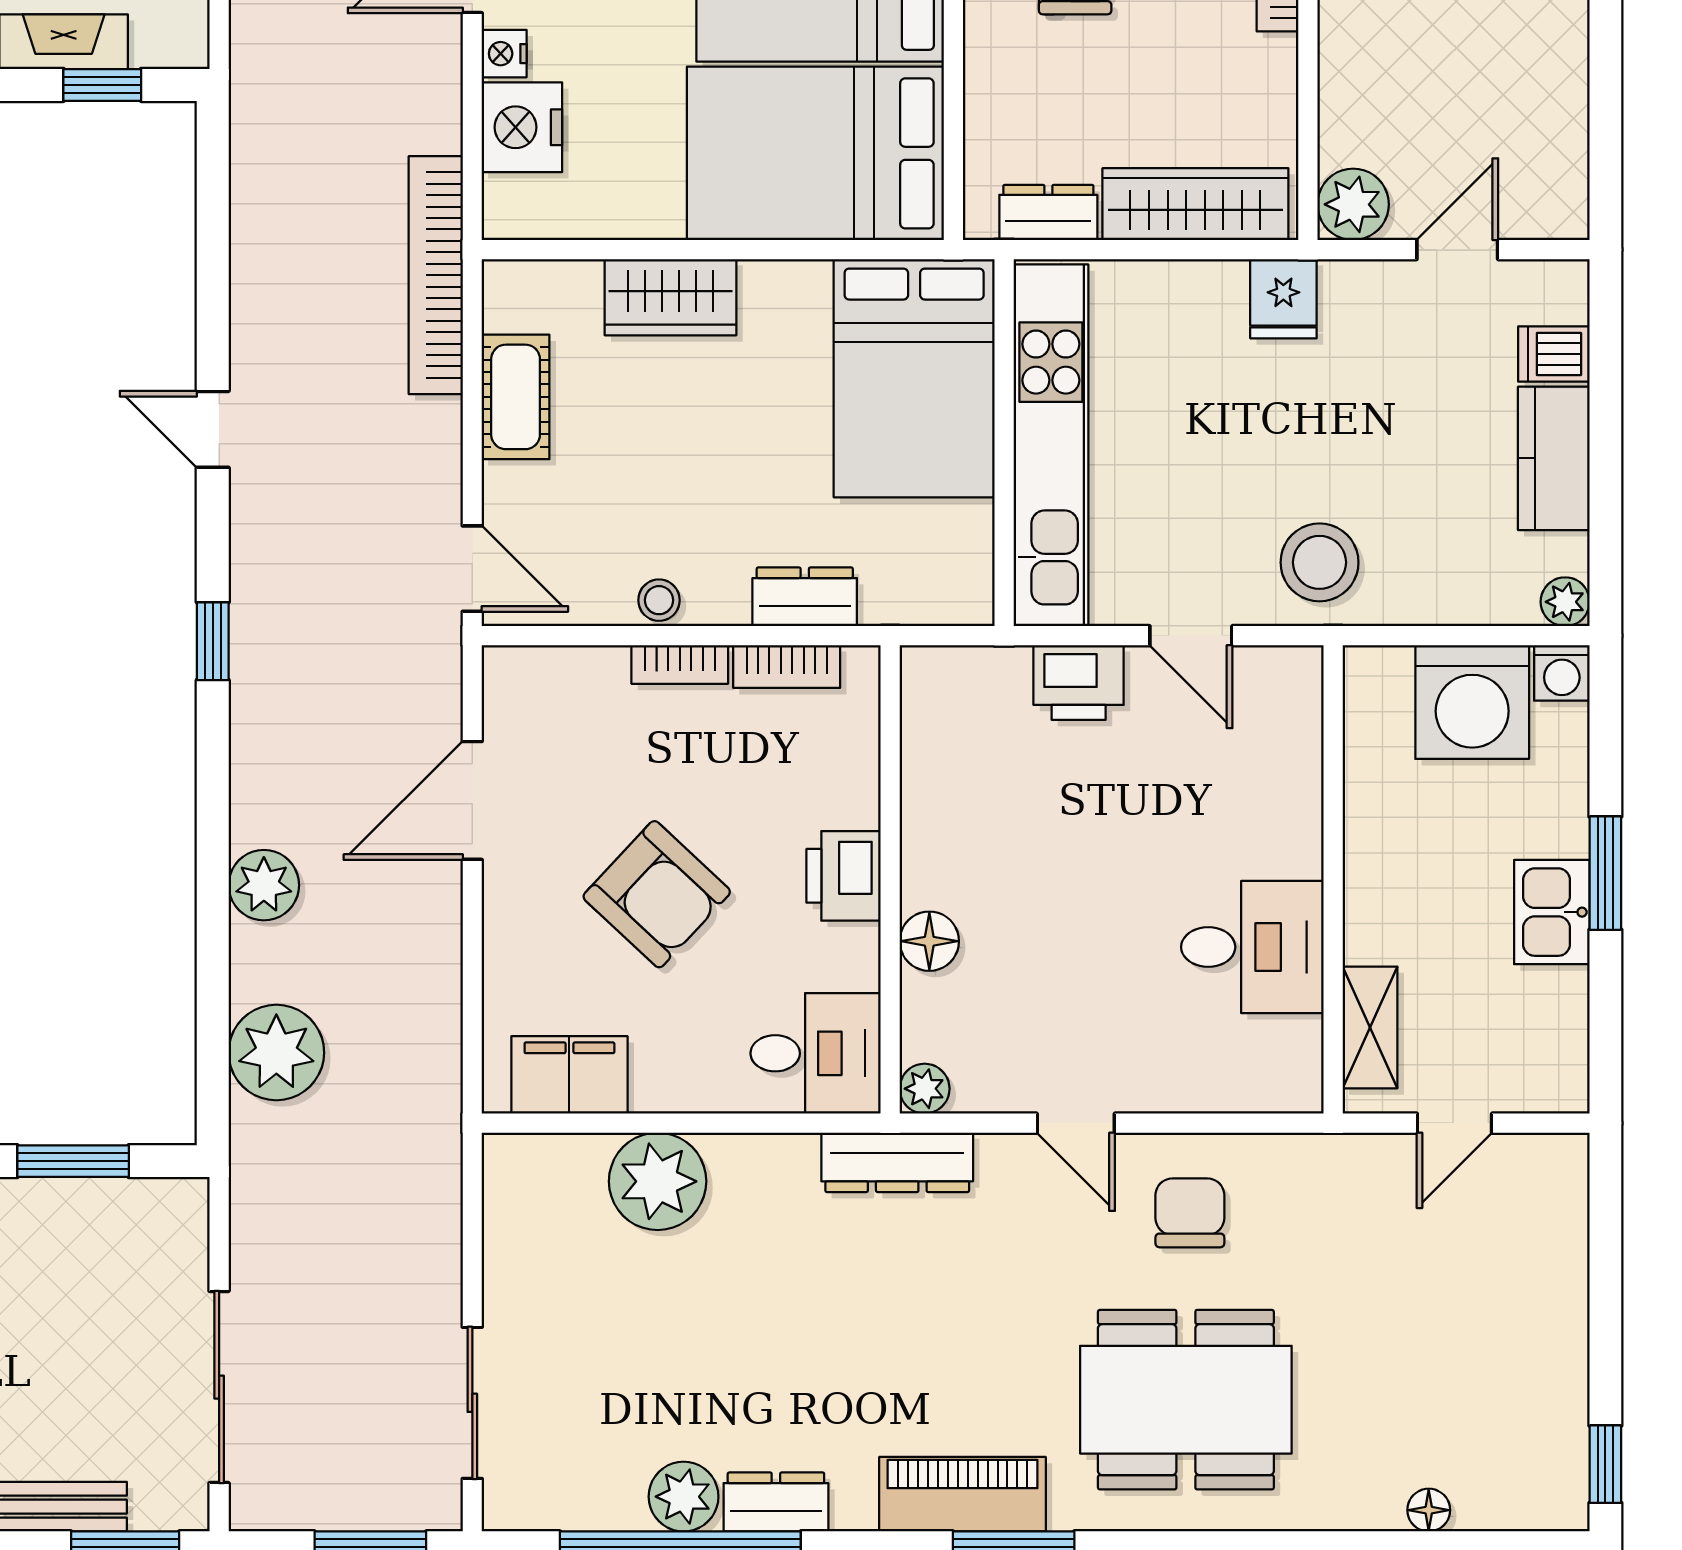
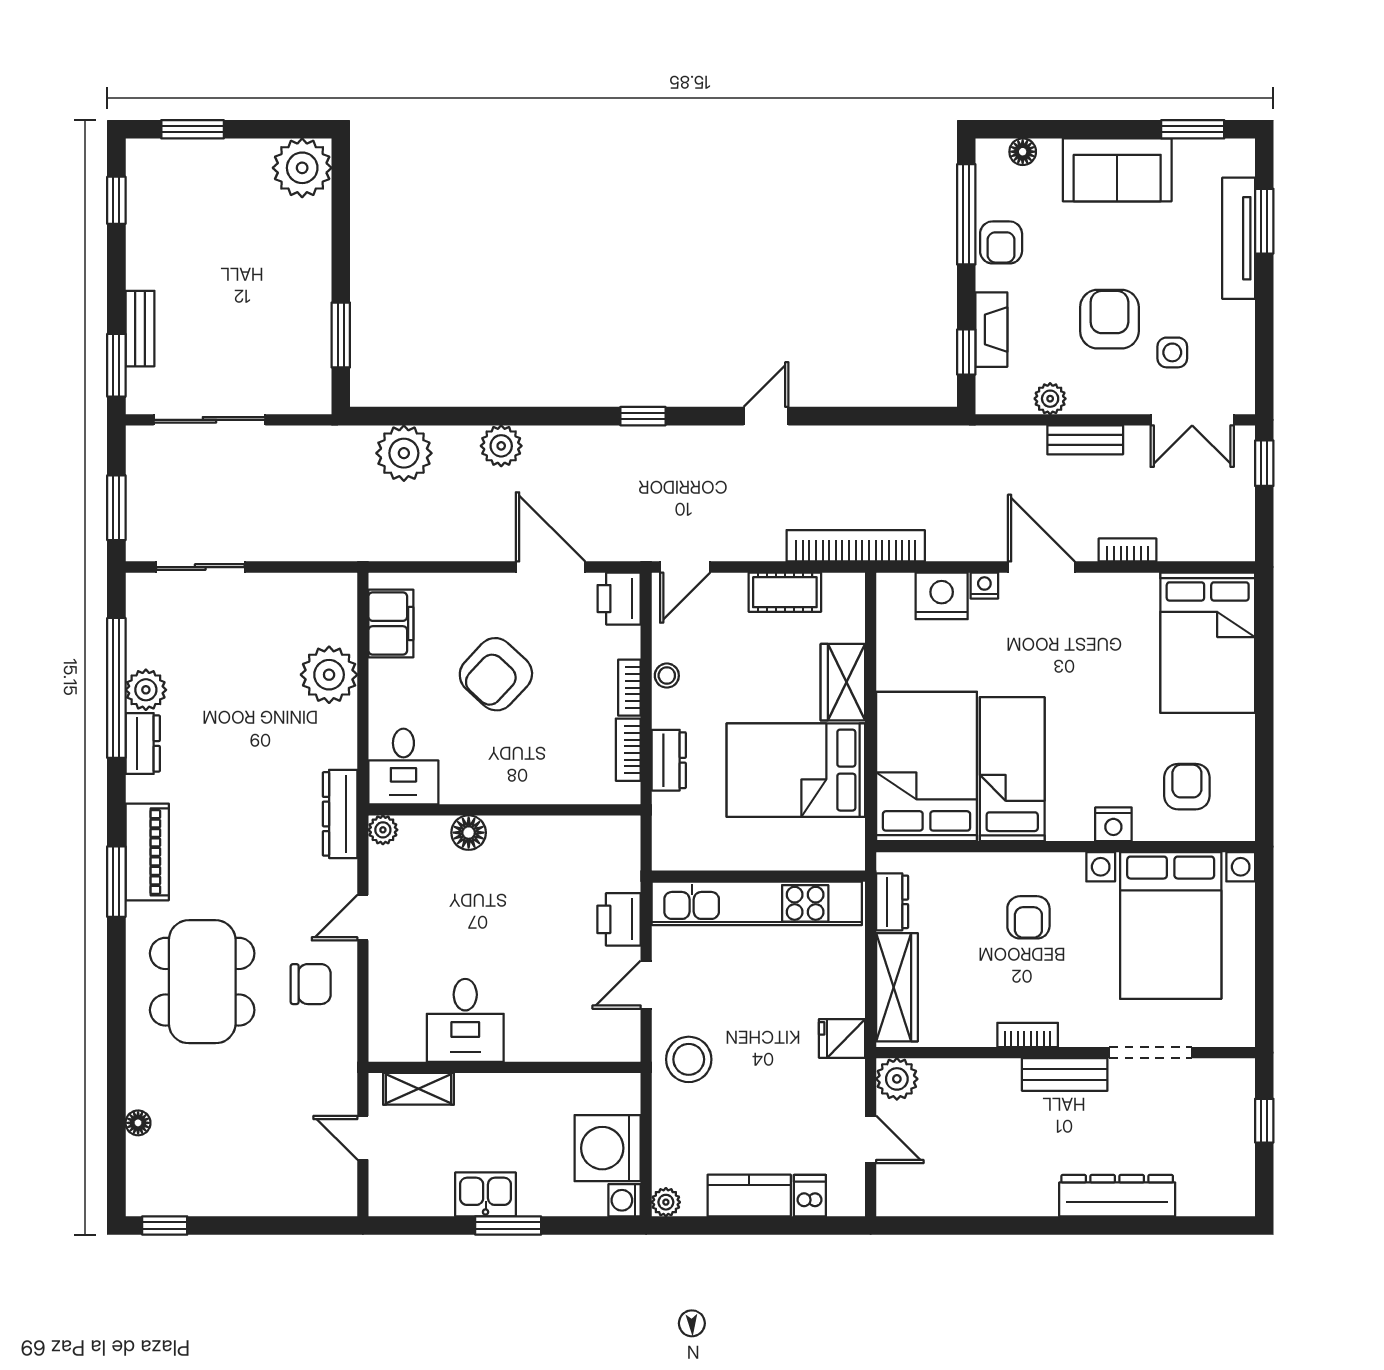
bed: (914, 378) -> (796, 770), moved
printer: (844, 876) -> (619, 599), moved, turned -90

